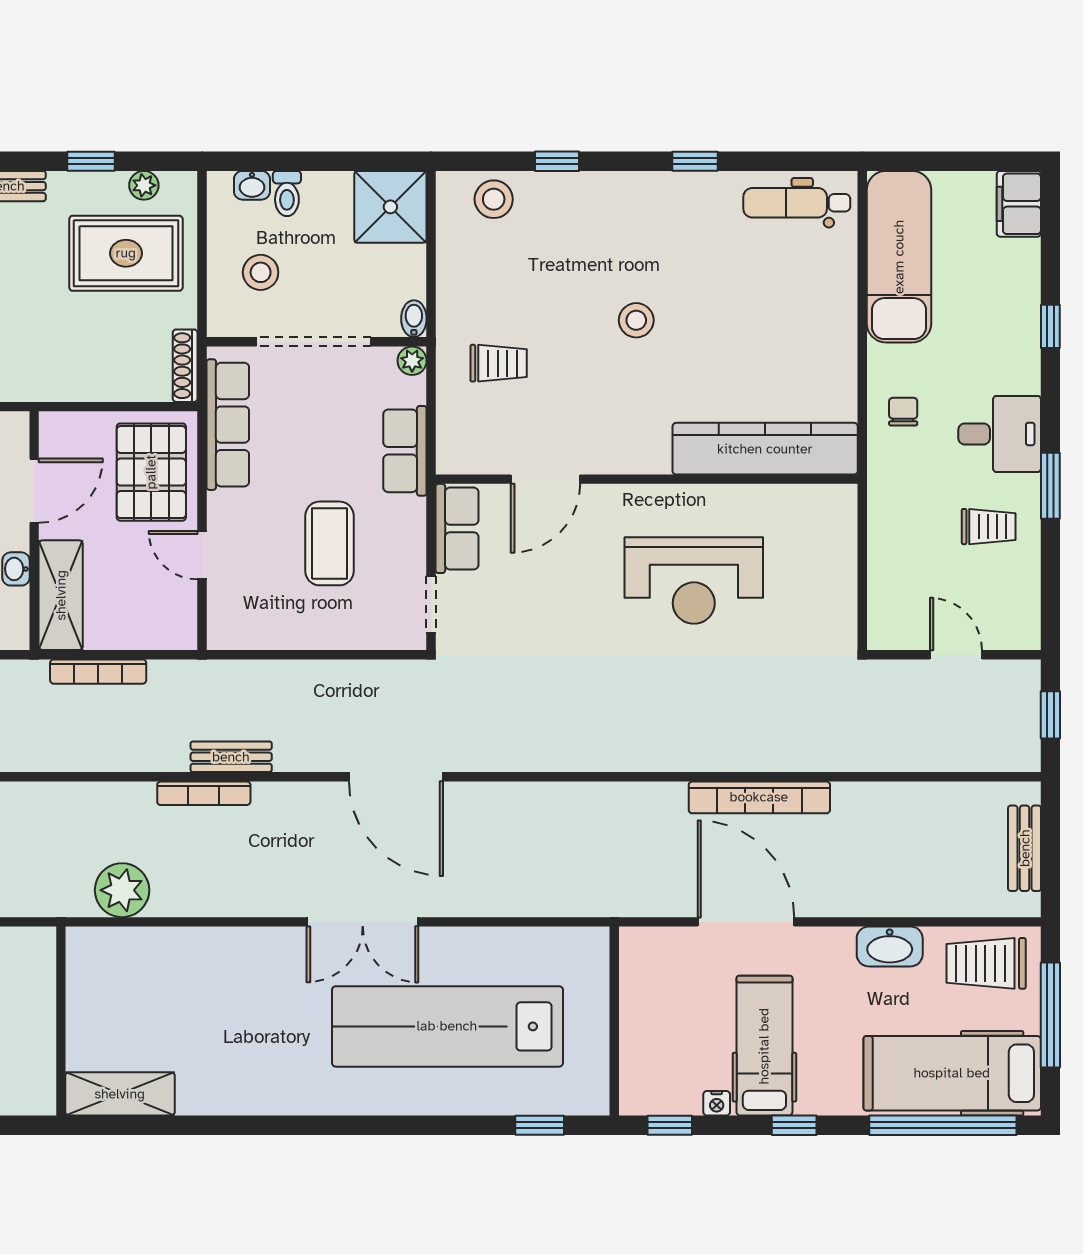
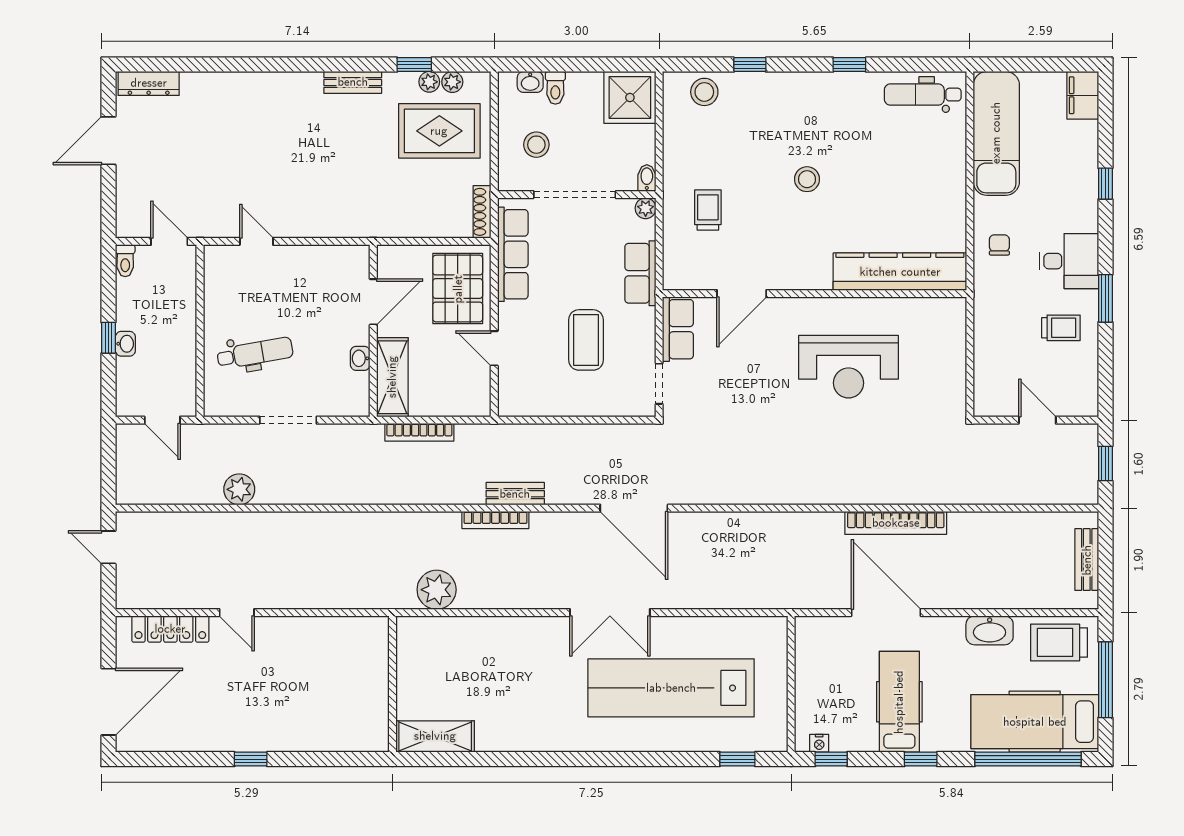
plant: (112, 185) -> (429, 82), added
trolley: (499, 363) -> (708, 210), turned -90
nightstand: (717, 1103) -> (819, 743), moved

